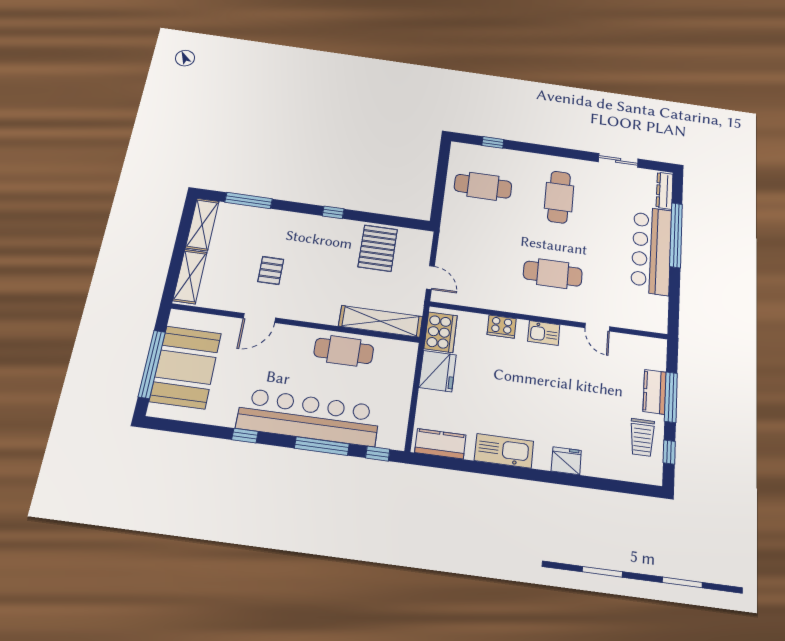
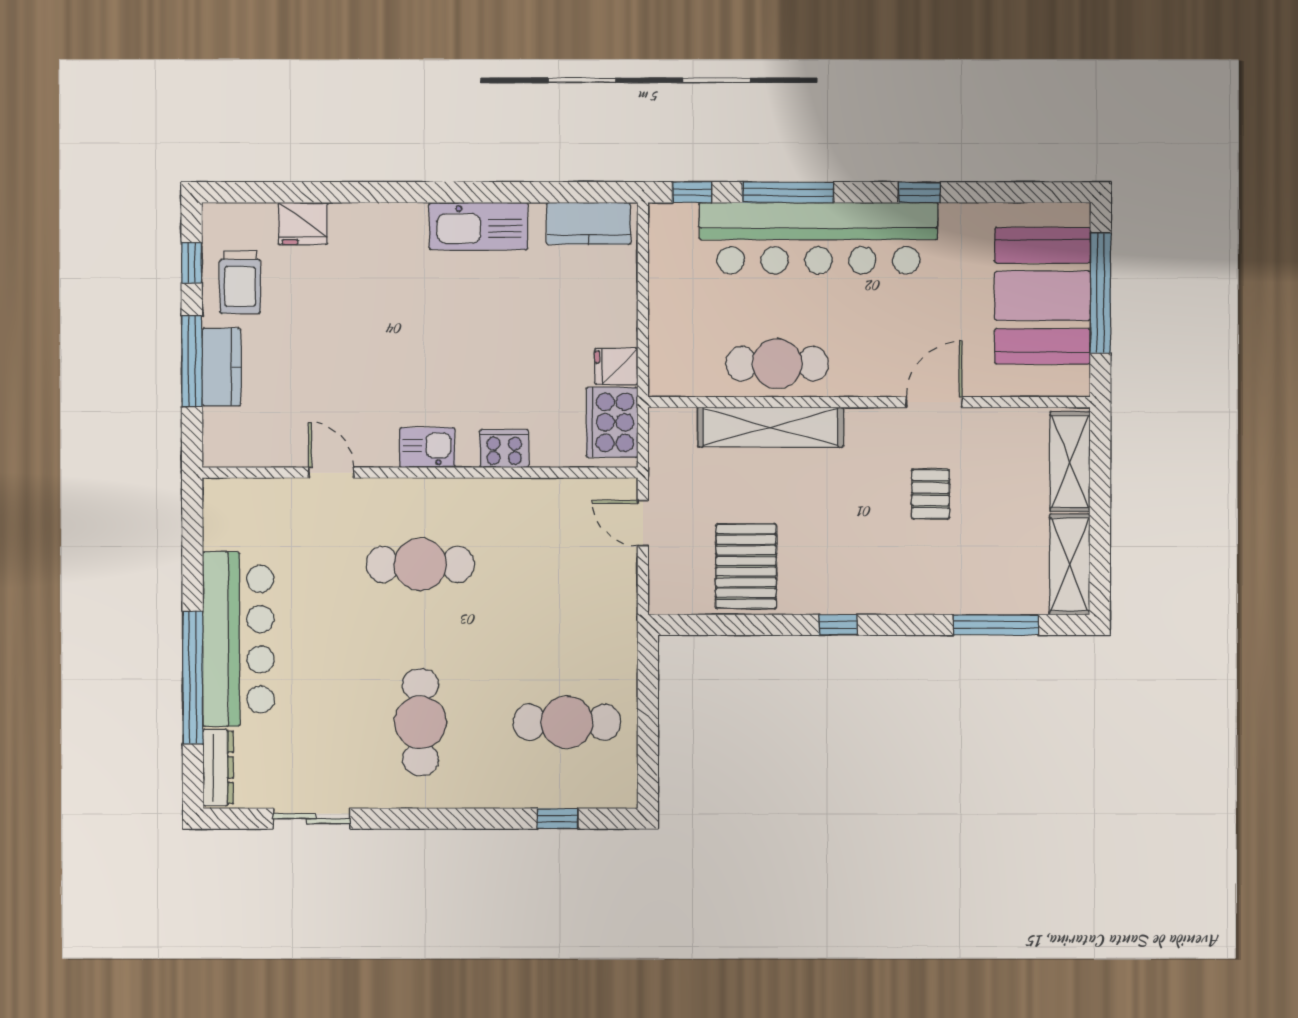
shelving: (381, 321) -> (770, 427), moved
fridge: (438, 371) -> (616, 366), width x0.53, depth x0.75
trolley: (642, 437) -> (240, 282), turned 180
fridge: (566, 461) -> (303, 224), moved

